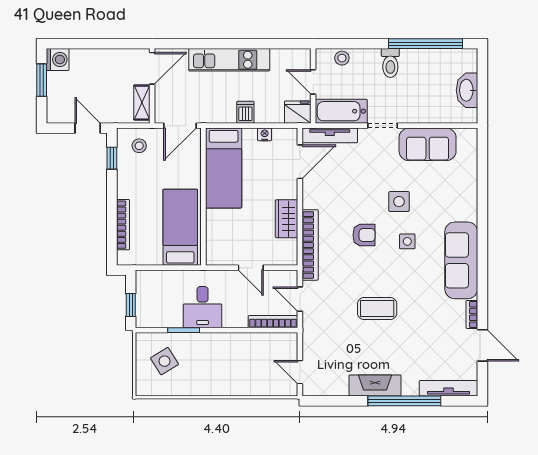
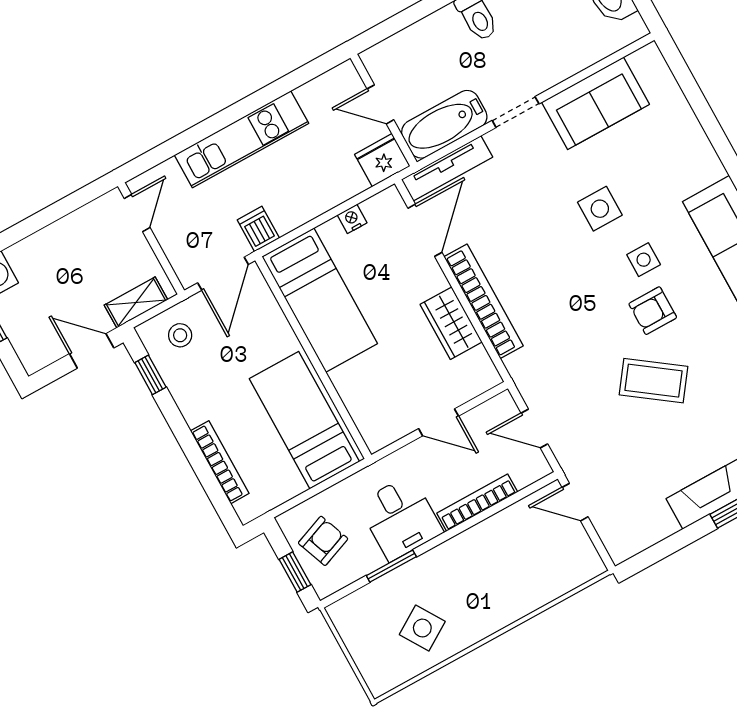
stool: (342, 58) -> (403, 47), removed
door: (152, 68) -> (137, 213), width x0.73
shelving: (142, 103) -> (136, 302), moved, turned 90
dishwasher: (245, 112) -> (258, 229), moved
armchair: (364, 235) -> (653, 311), moved, turned 180
bookcase: (310, 245) -> (484, 301), moved
armchair: (155, 297) -> (323, 541), added
coffee table: (377, 309) -> (654, 381), turned 36
bookcase: (273, 322) -> (477, 503), moved
side table: (164, 361) -> (422, 628), moved
door: (300, 372) -> (575, 502), moved

